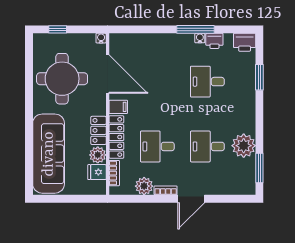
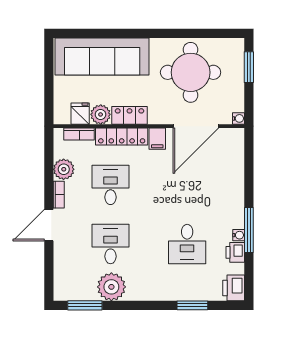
window: (58, 29) -> (249, 67), width x1.50
desk: (207, 82) -> (187, 244), turned 180
door: (191, 199) -> (49, 225), hinge flipped

